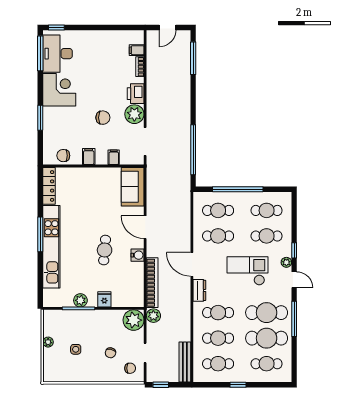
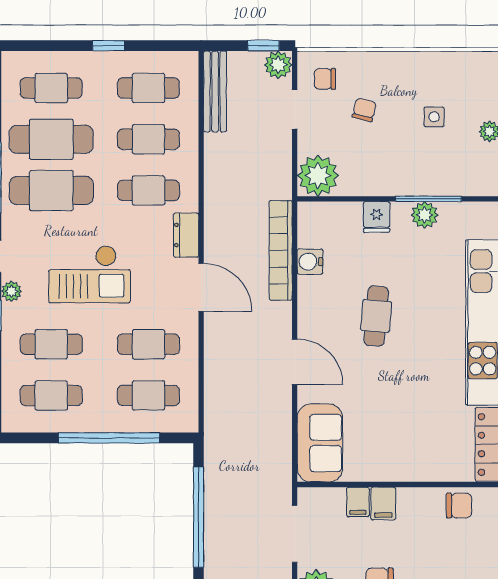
filing cabinet: (89, 157) -> (383, 504), moved
water cooler: (138, 255) -> (310, 262), moved
plant: (153, 316) -> (278, 65), moved

